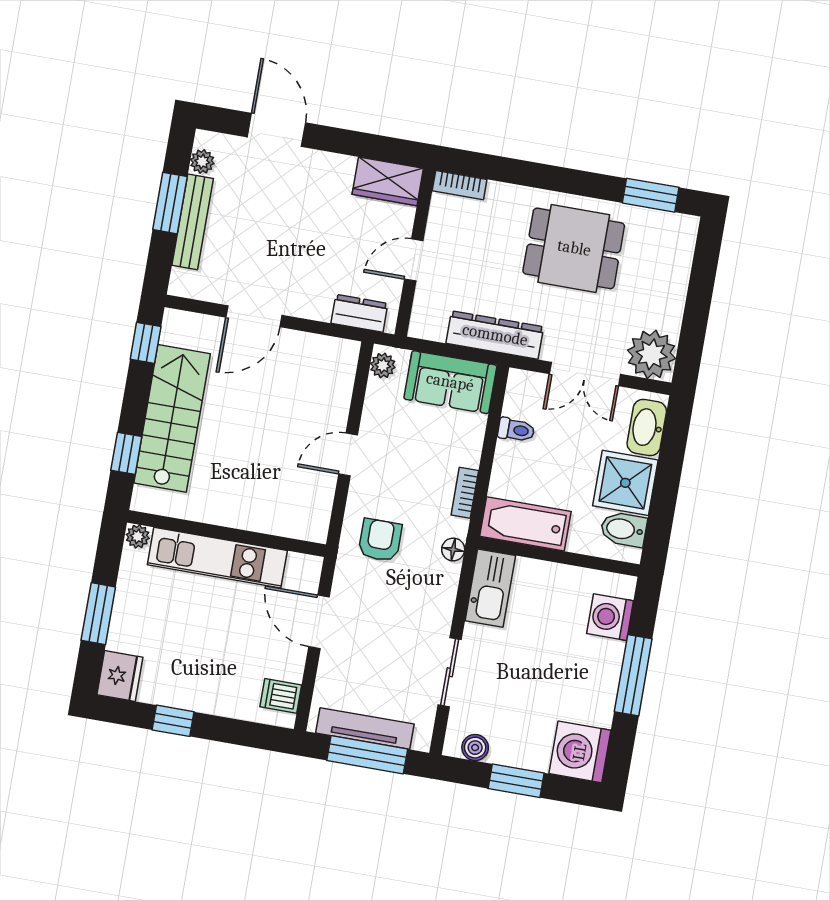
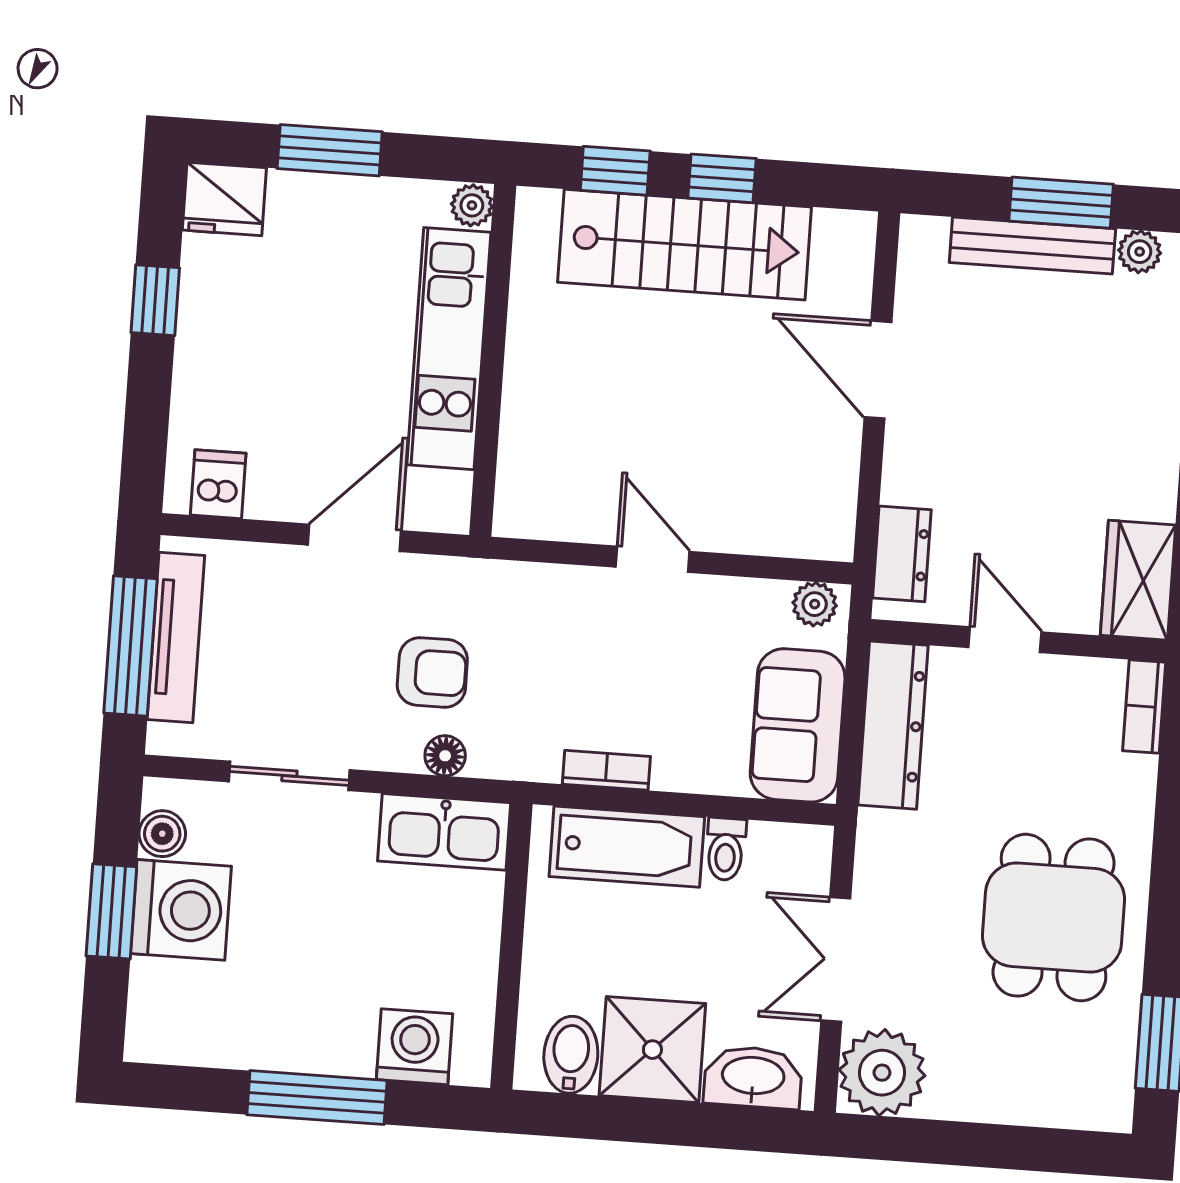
dresser: (495, 335) -> (893, 725), moved
window: (146, 343) -> (722, 178), moved
bathtub: (525, 524) -> (627, 847), moved, turned 90
armchair: (380, 540) -> (432, 672), moved
floor lamp: (453, 549) -> (445, 756), moved
washing machine: (580, 752) -> (181, 910), moved, turned 90

